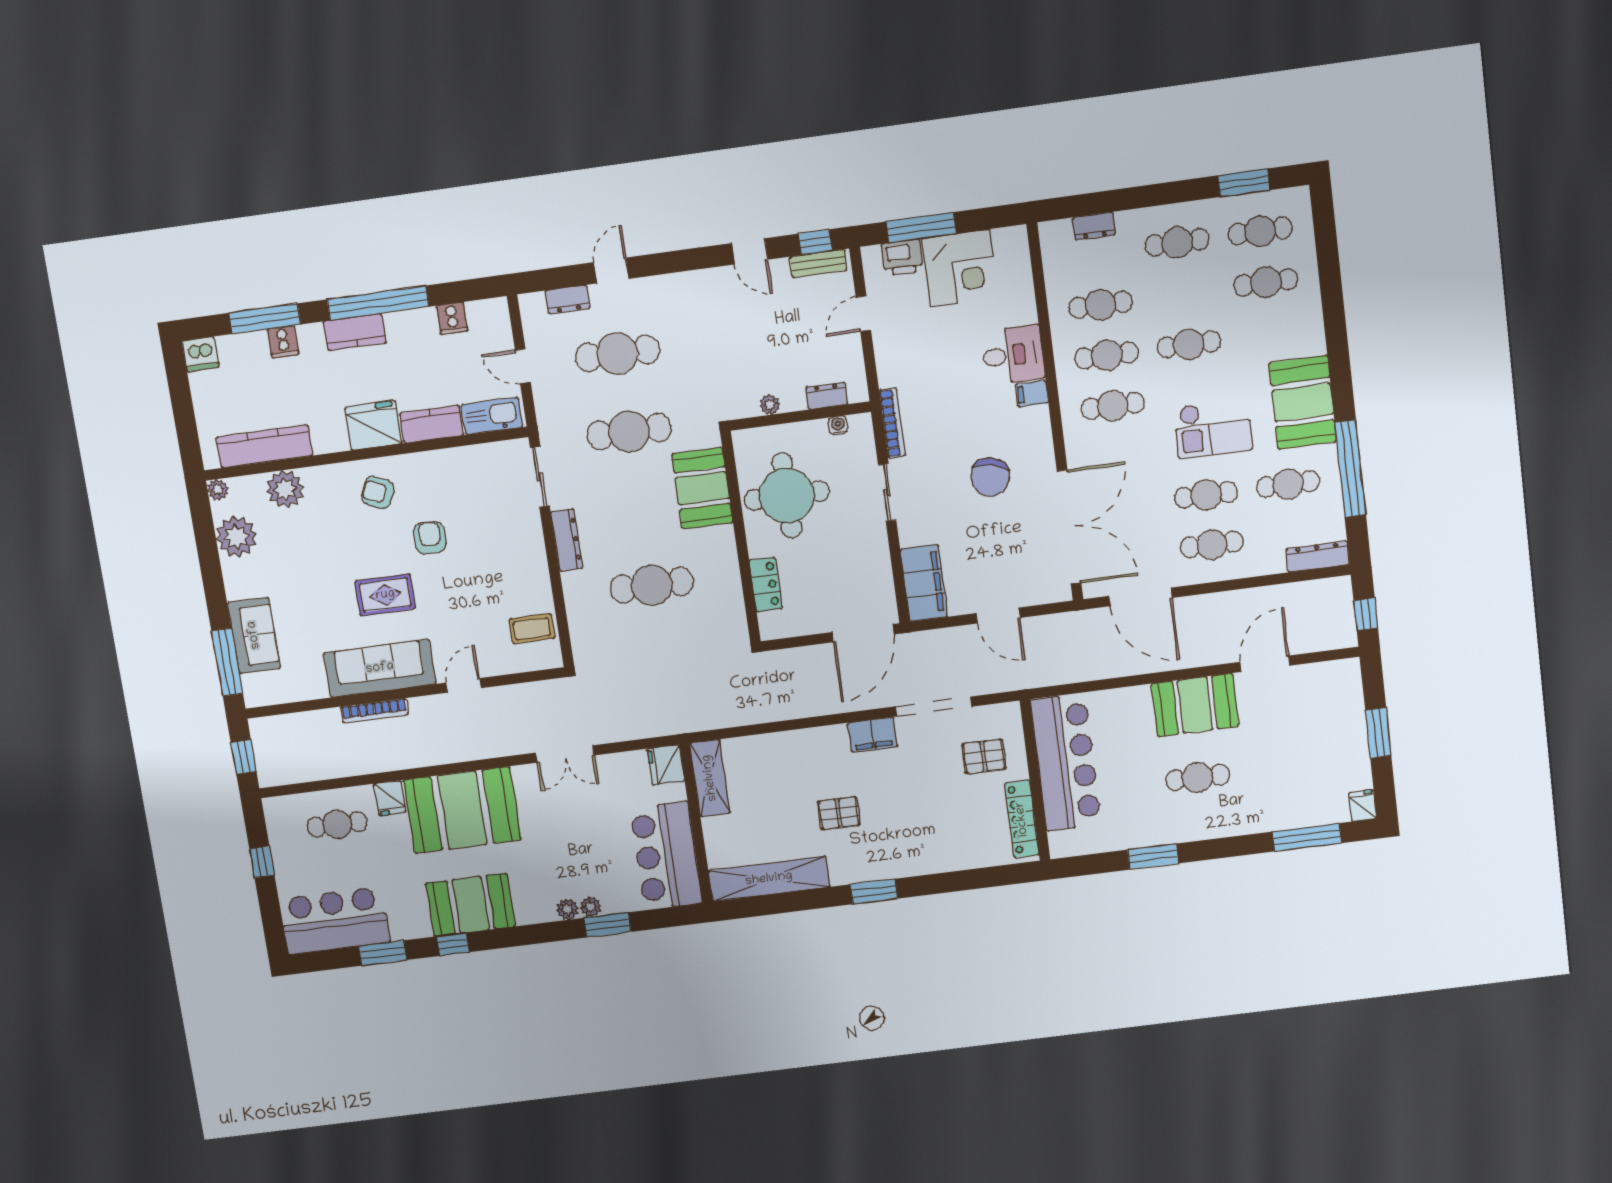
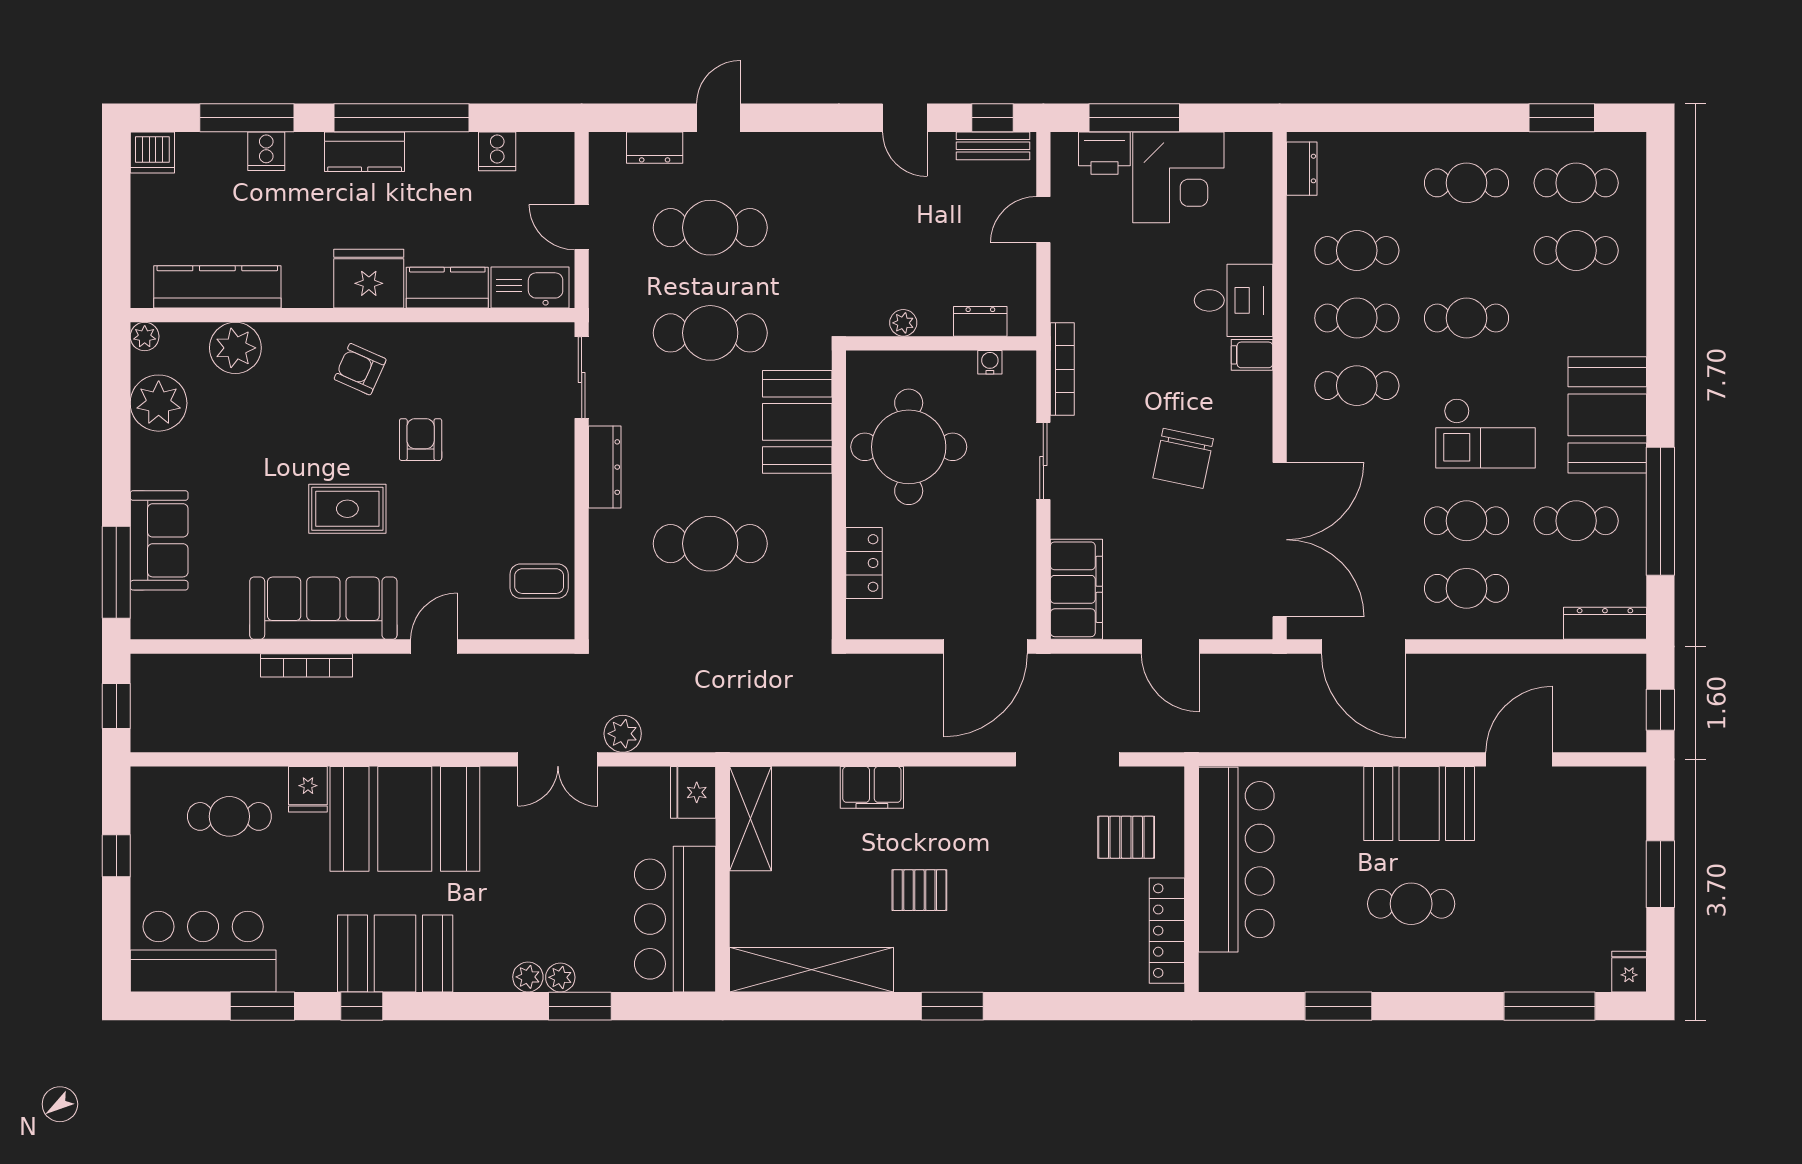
dresser: (1094, 226) -> (1302, 169), moved, turned -90
plant: (609, 730) -> (623, 734), added
filing cabinet: (873, 735) -> (872, 787), moved

